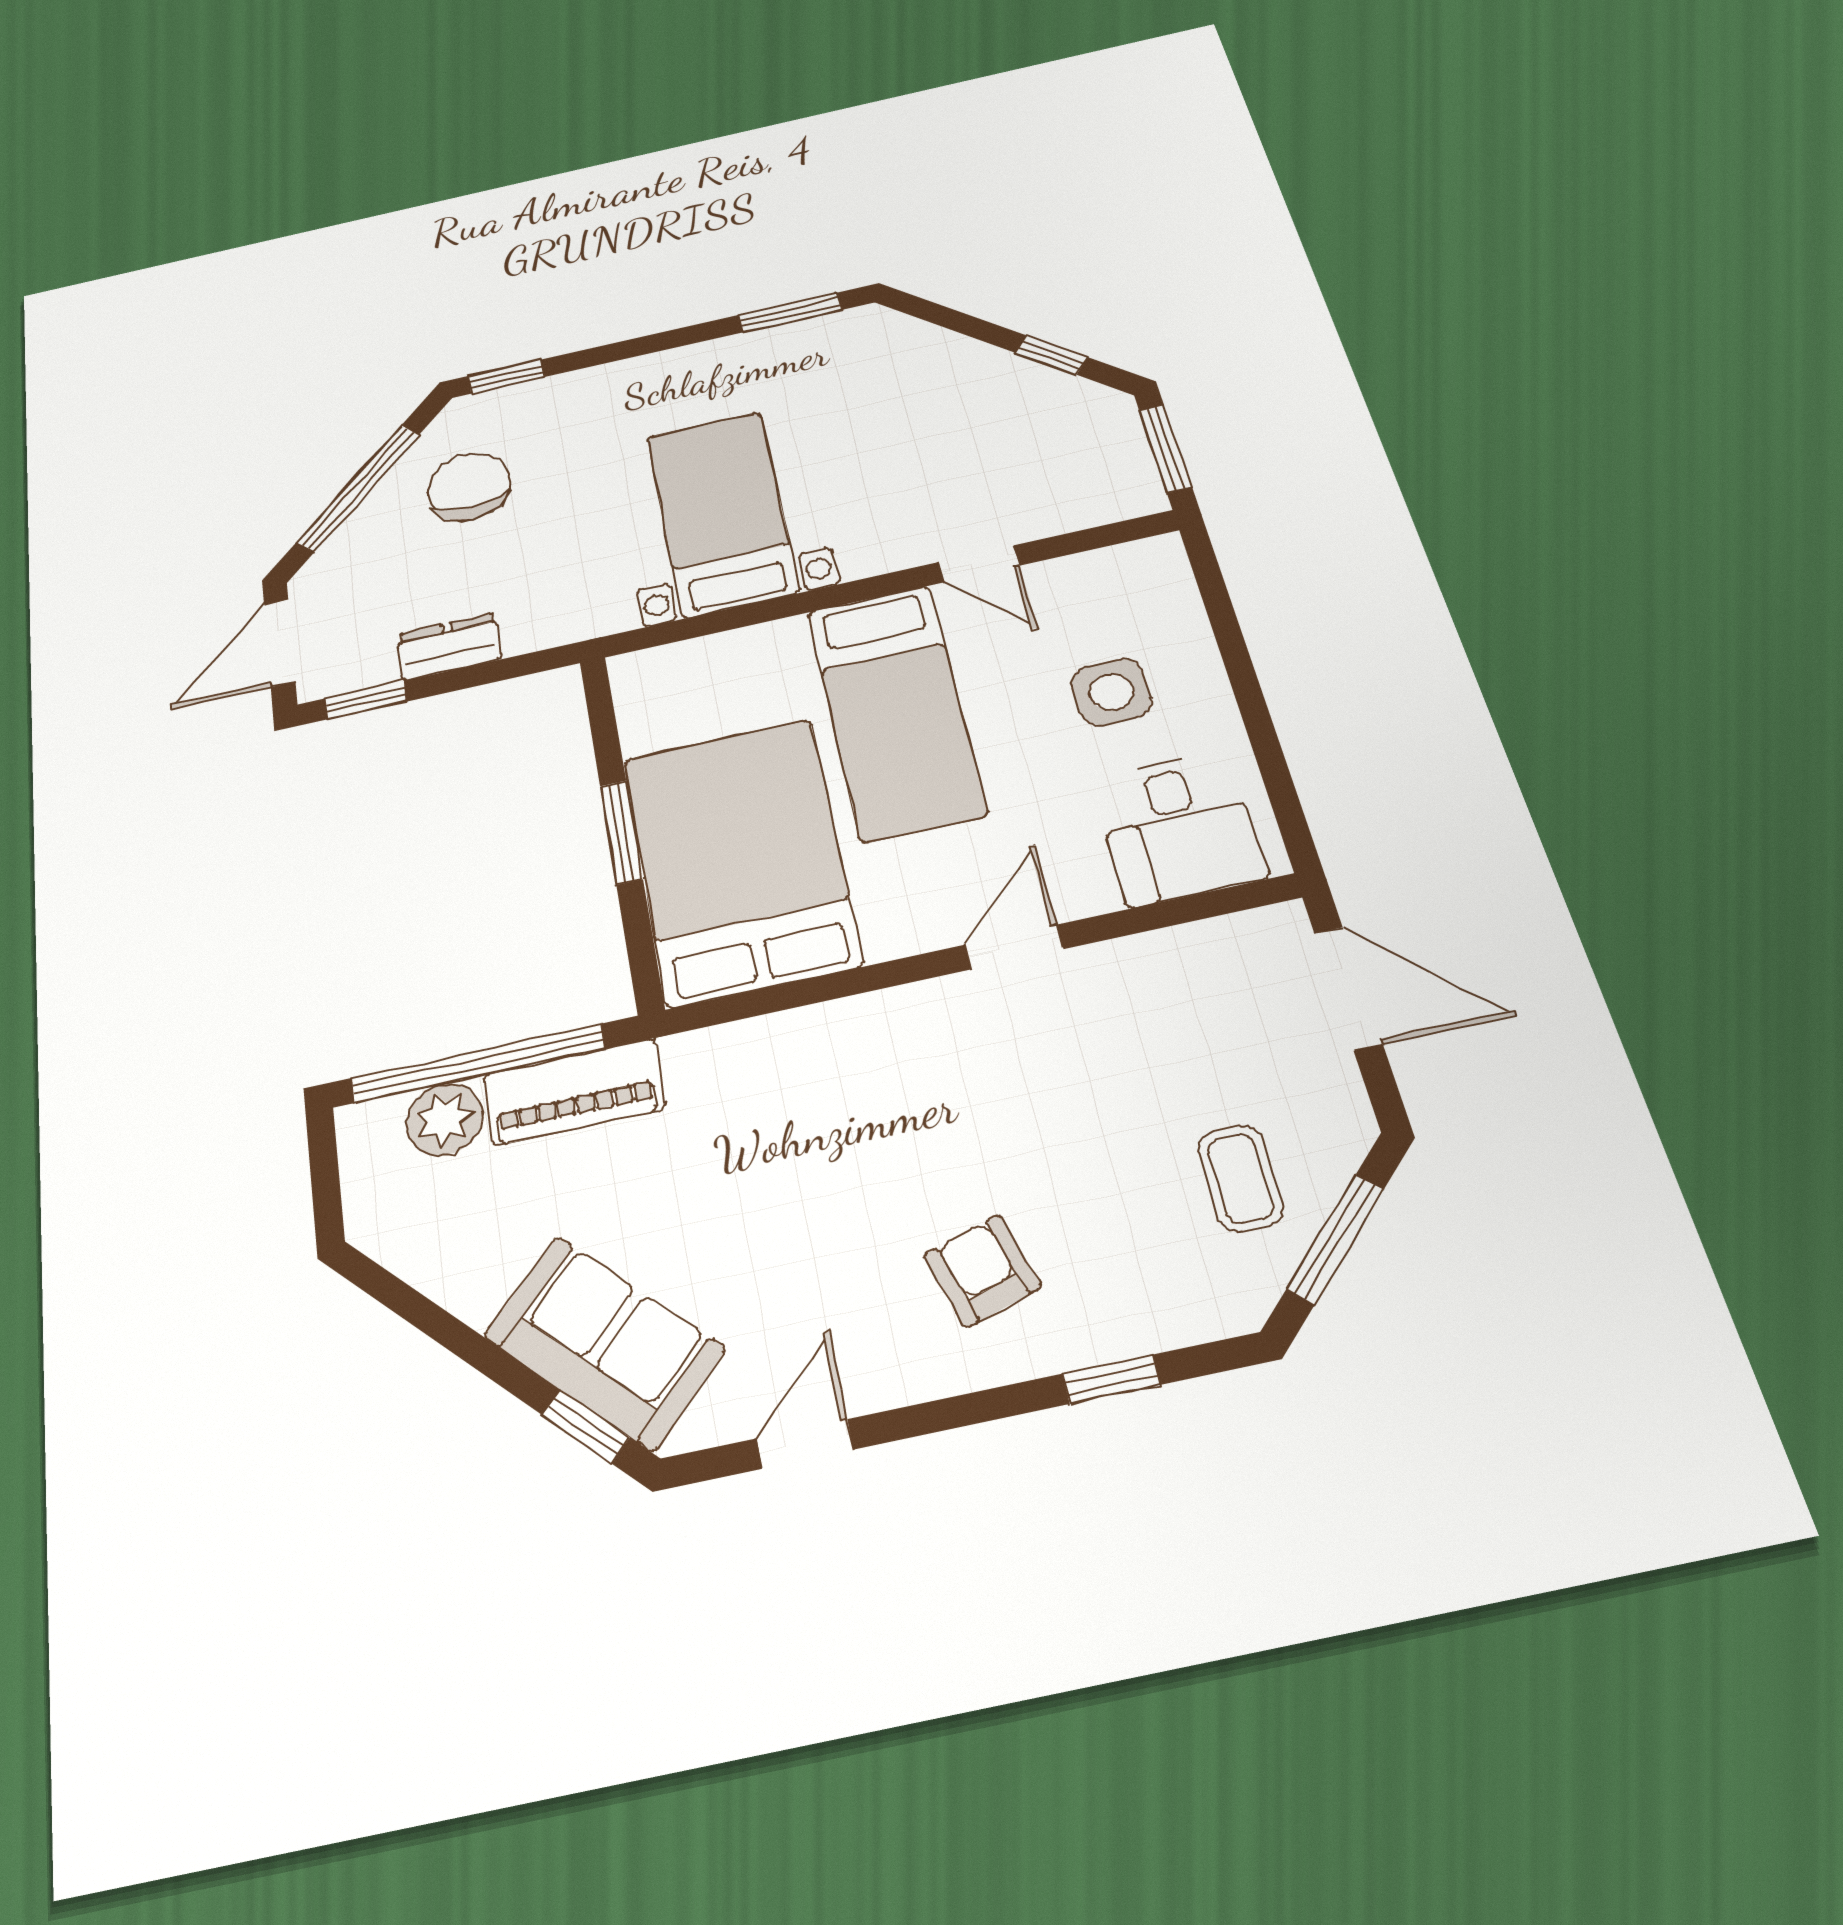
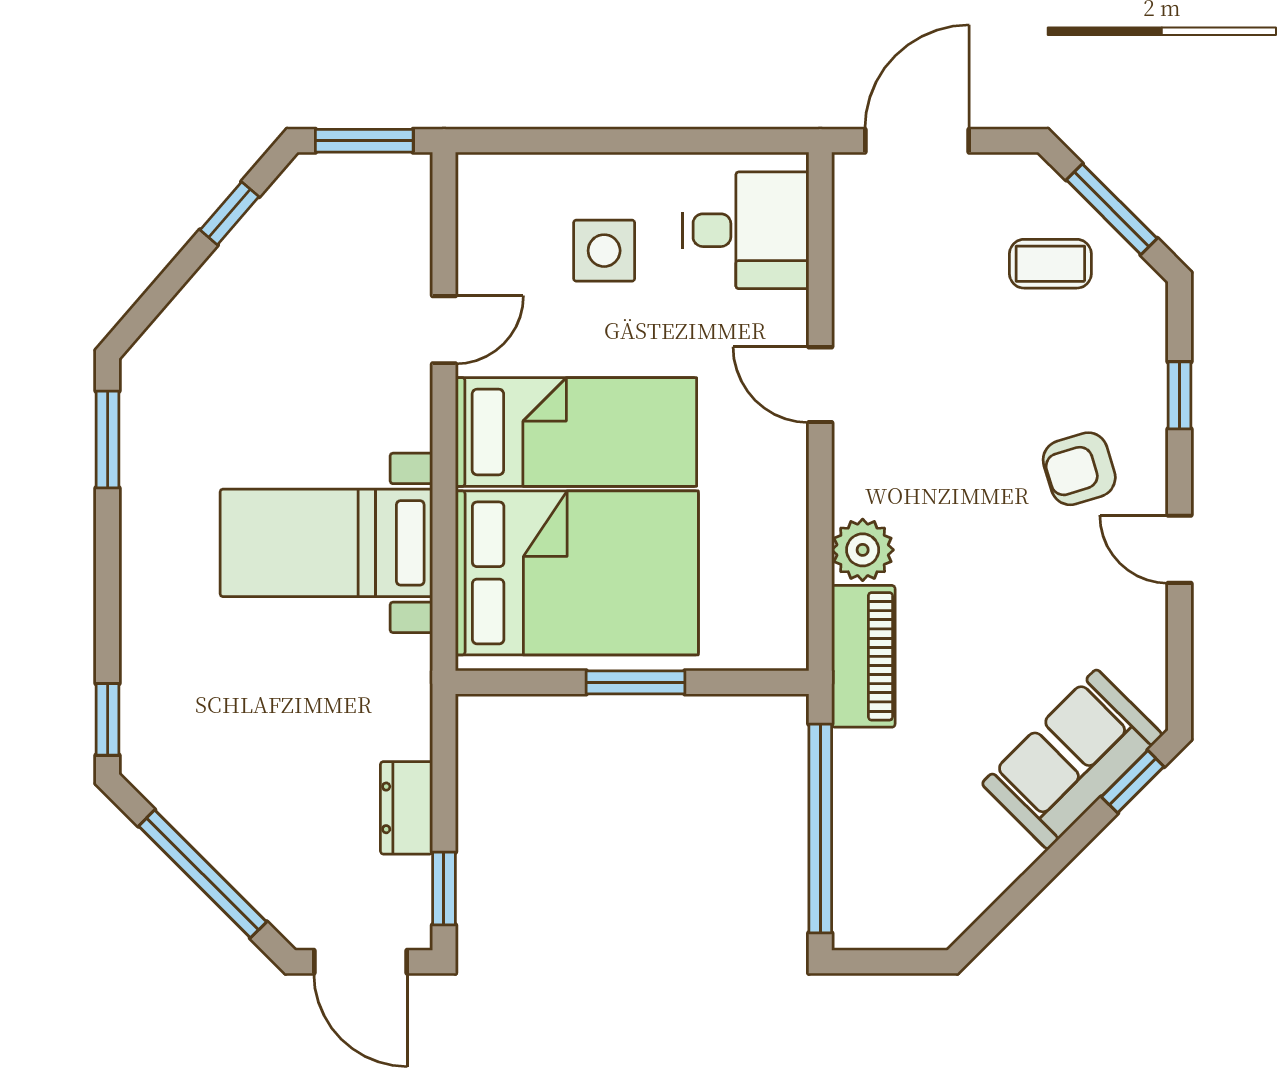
chair: (469, 486) -> (230, 770), removed
bed: (741, 860) -> (577, 573), moved, turned 180
piano: (574, 1092) -> (863, 656), moved
plant: (445, 1119) -> (863, 550), moved
door: (805, 1444) -> (1179, 549), moved

